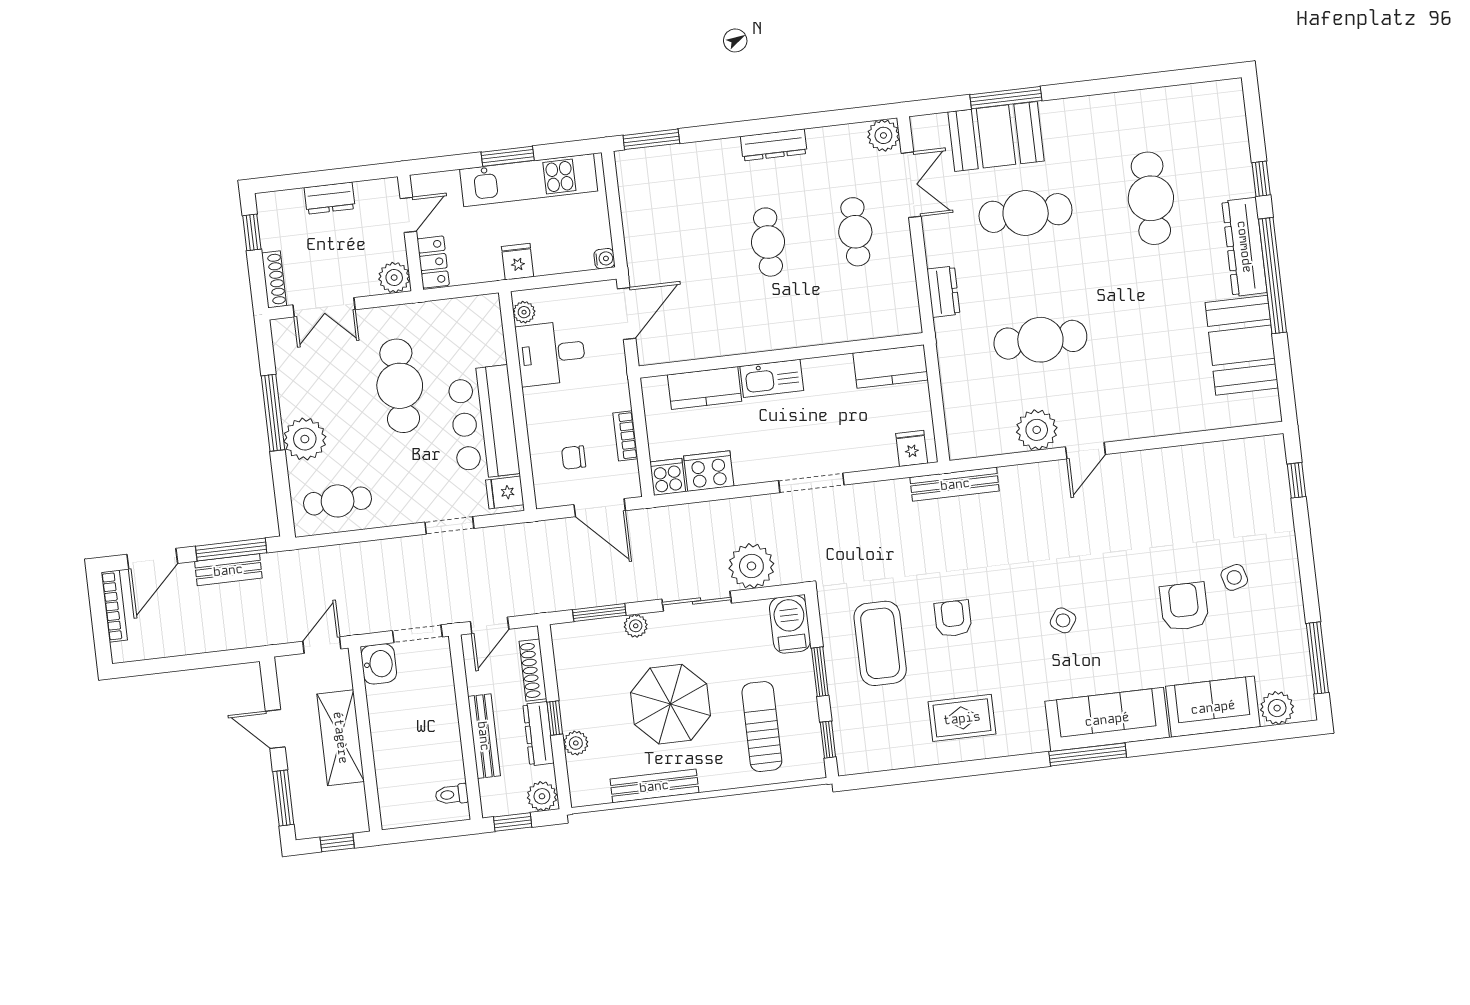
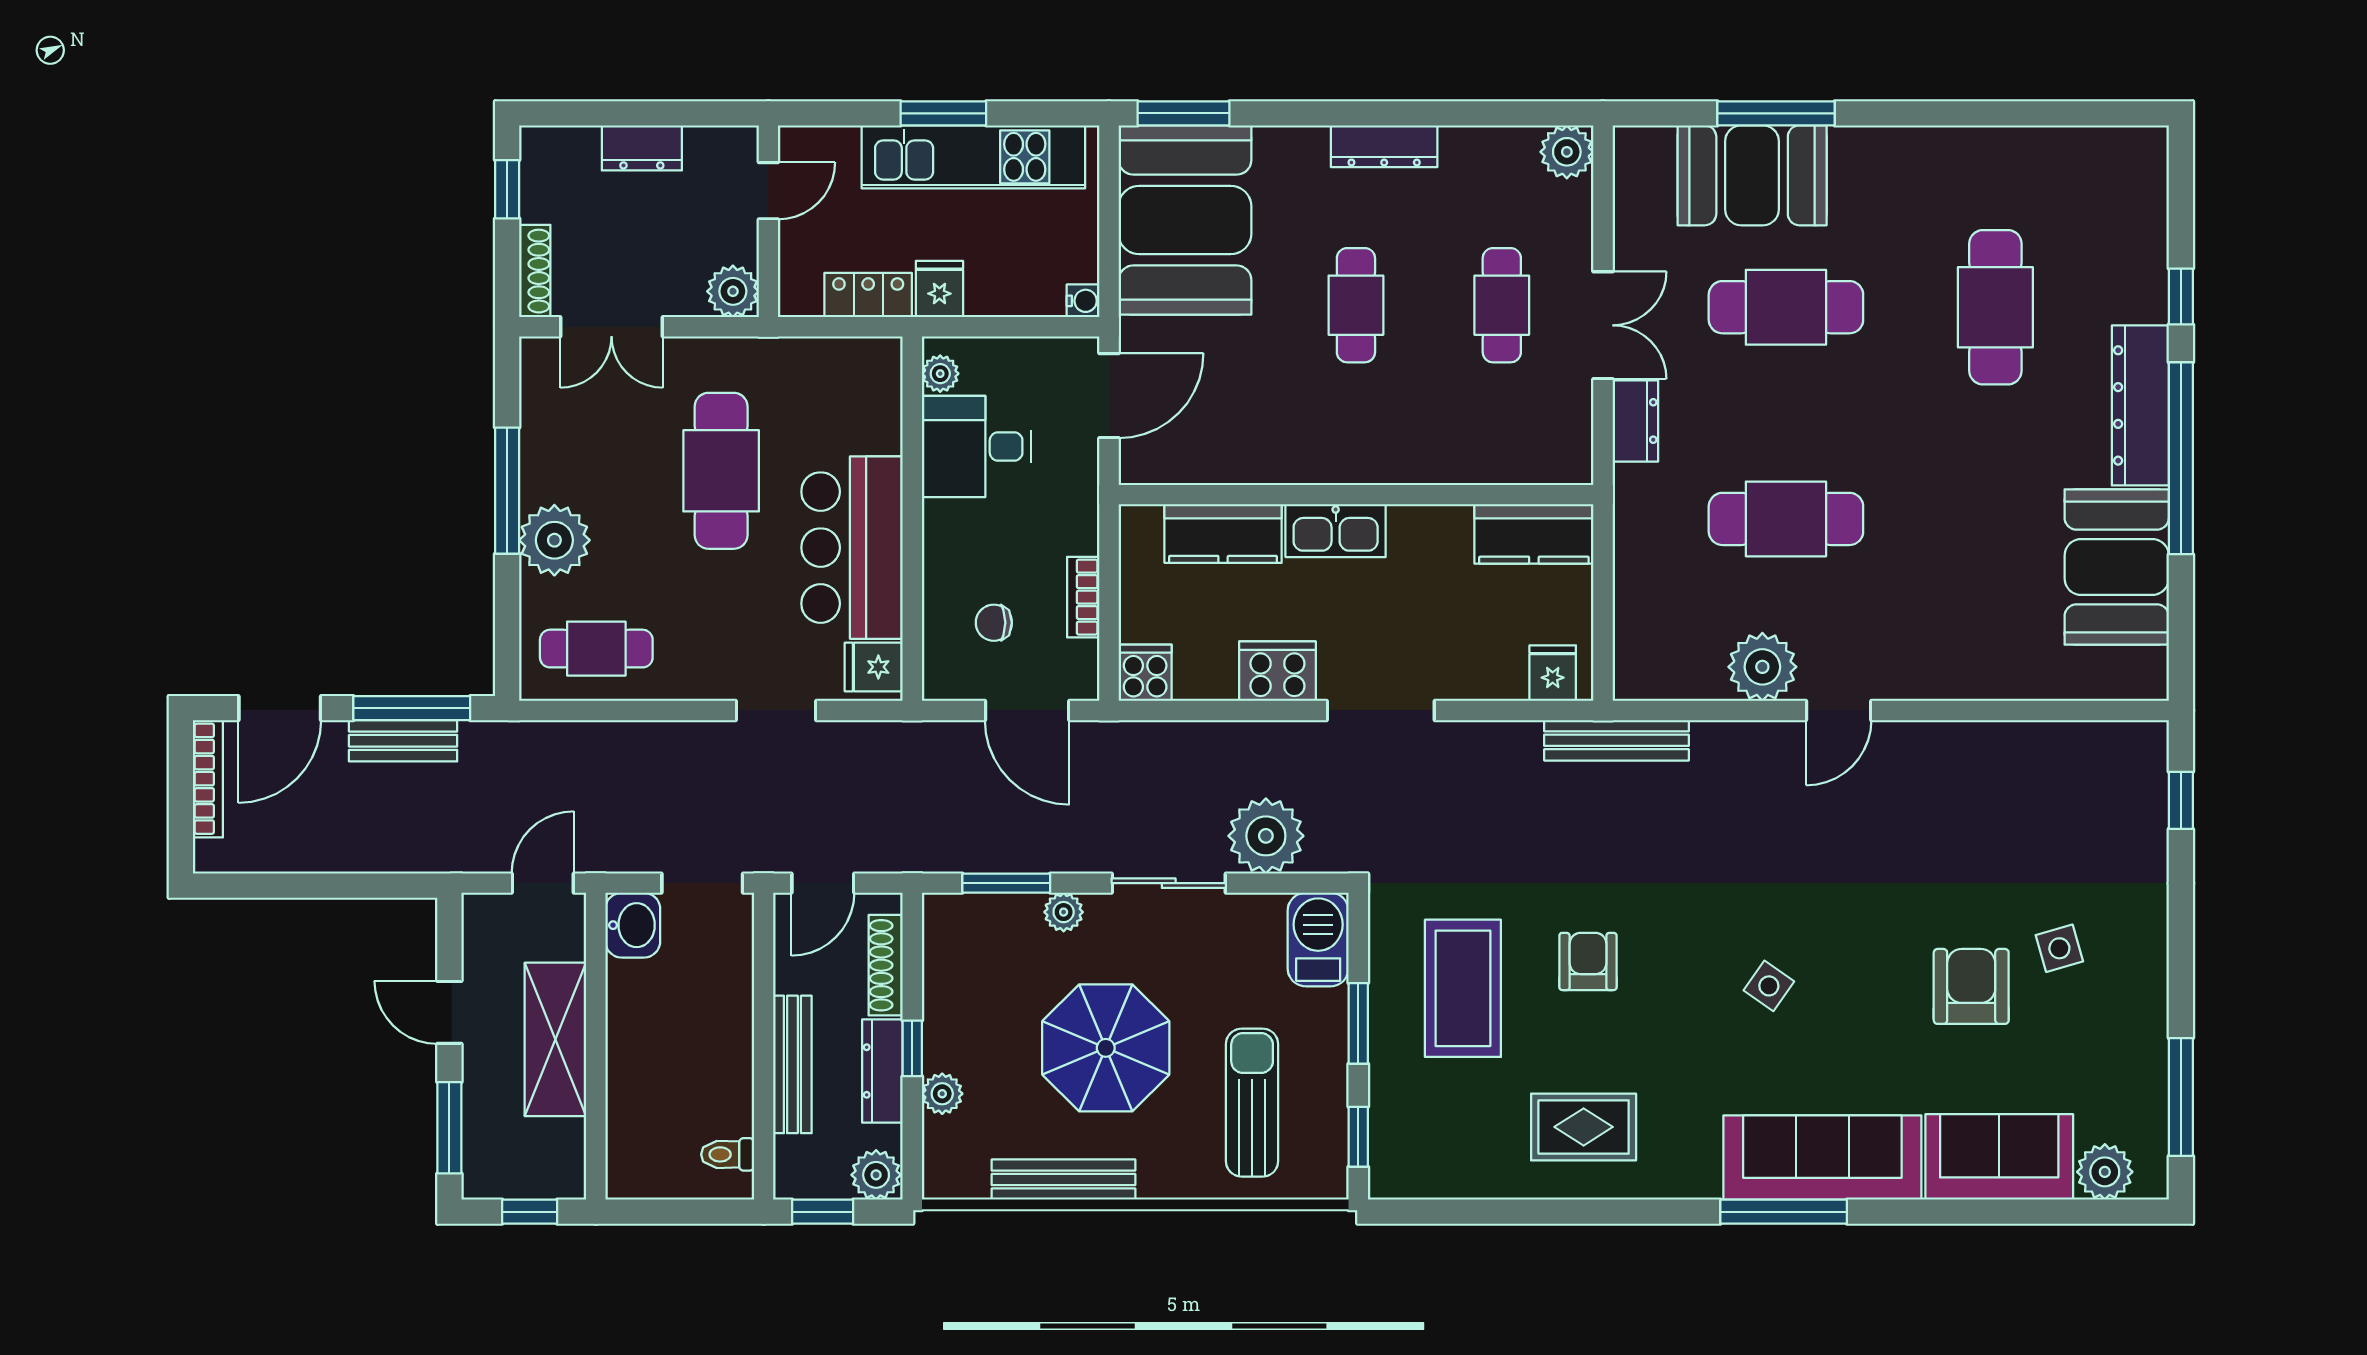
double door: (911, 185) -> (1603, 325), moved
booth: (660, 203) -> (1185, 220), added
locker: (433, 262) -> (868, 295), moved, turned -90
cooker: (709, 471) -> (1277, 671), moved

